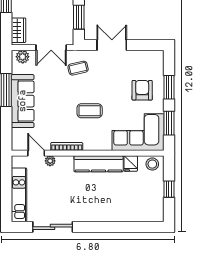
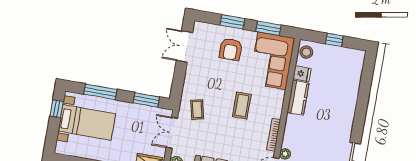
double door: (112, 45) -> (184, 47), moved
double door: (51, 48) -> (172, 133), swing flipped
armchair: (142, 90) -> (231, 49), turned -90
kitchen counter: (99, 164) -> (298, 98), width x0.67

